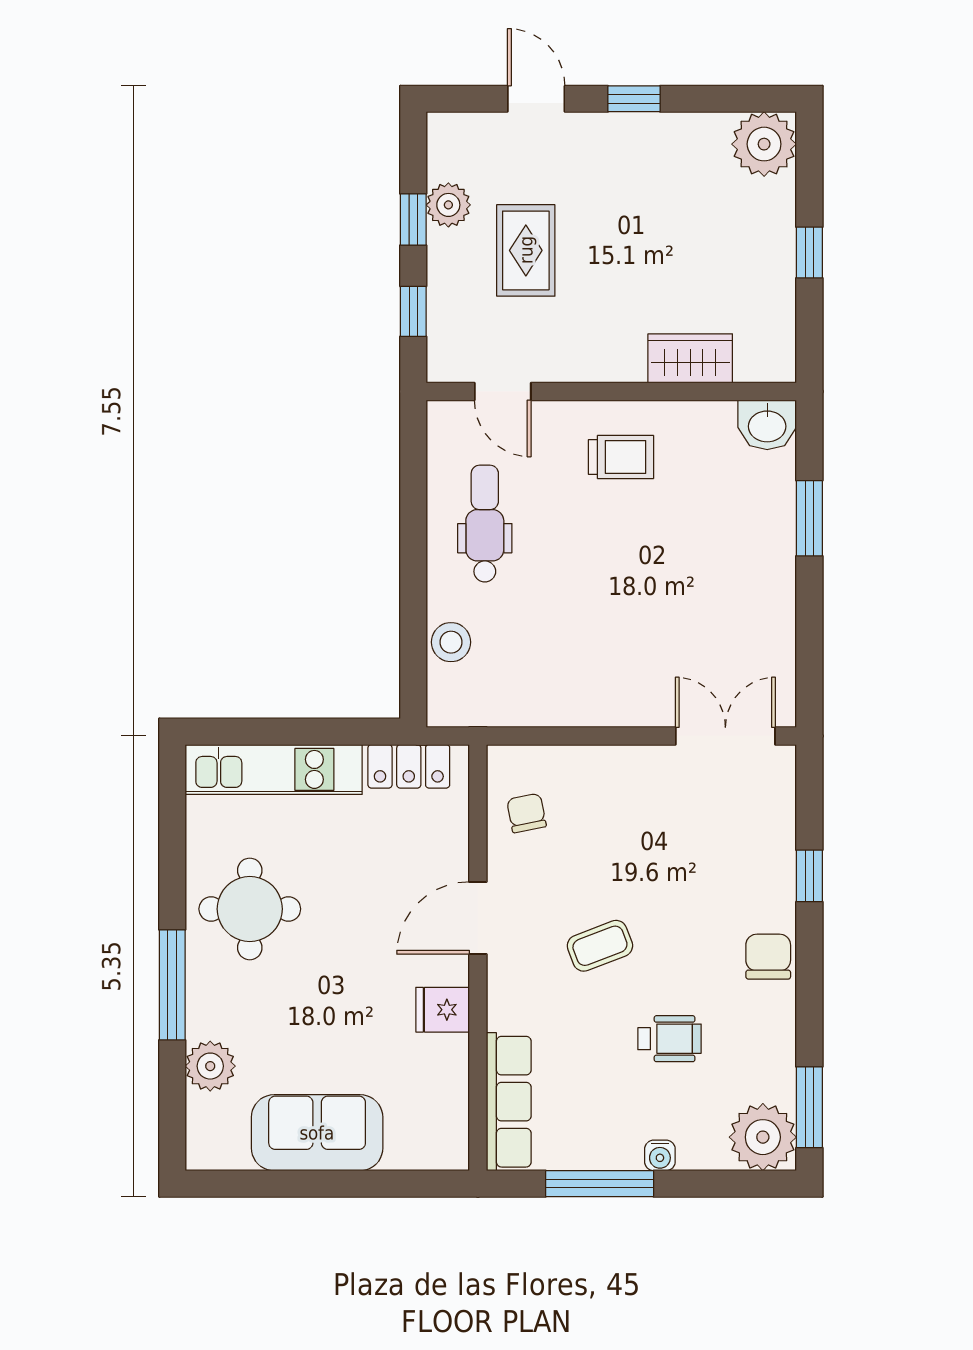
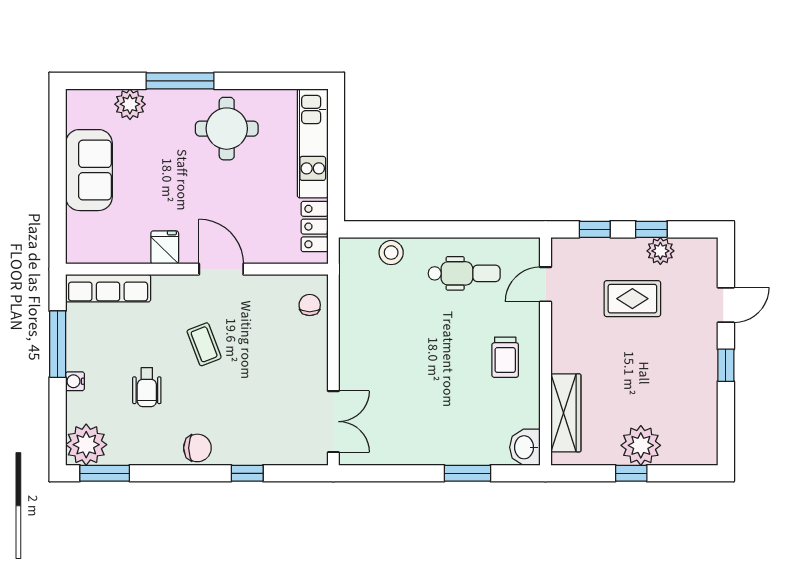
plant: (764, 144) -> (641, 445), moved
wardrobe: (690, 358) -> (566, 413), width x1.50
chair: (526, 813) -> (310, 305), moved, turned -79

